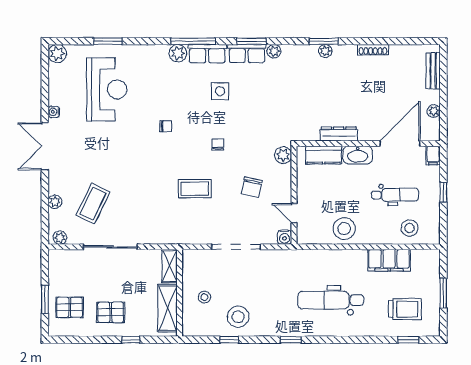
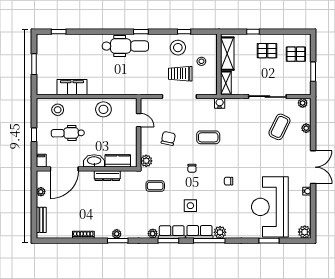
reception desk: (107, 89) -> (270, 207), width x1.36, depth x1.30
coffee table: (270, 119) -> (155, 186), added
water cooler: (284, 237) -> (220, 103), moved
window: (45, 299) -> (313, 72), moved
dental chair: (331, 300) -> (125, 46), moved
trolley: (405, 309) -> (180, 74), moved

